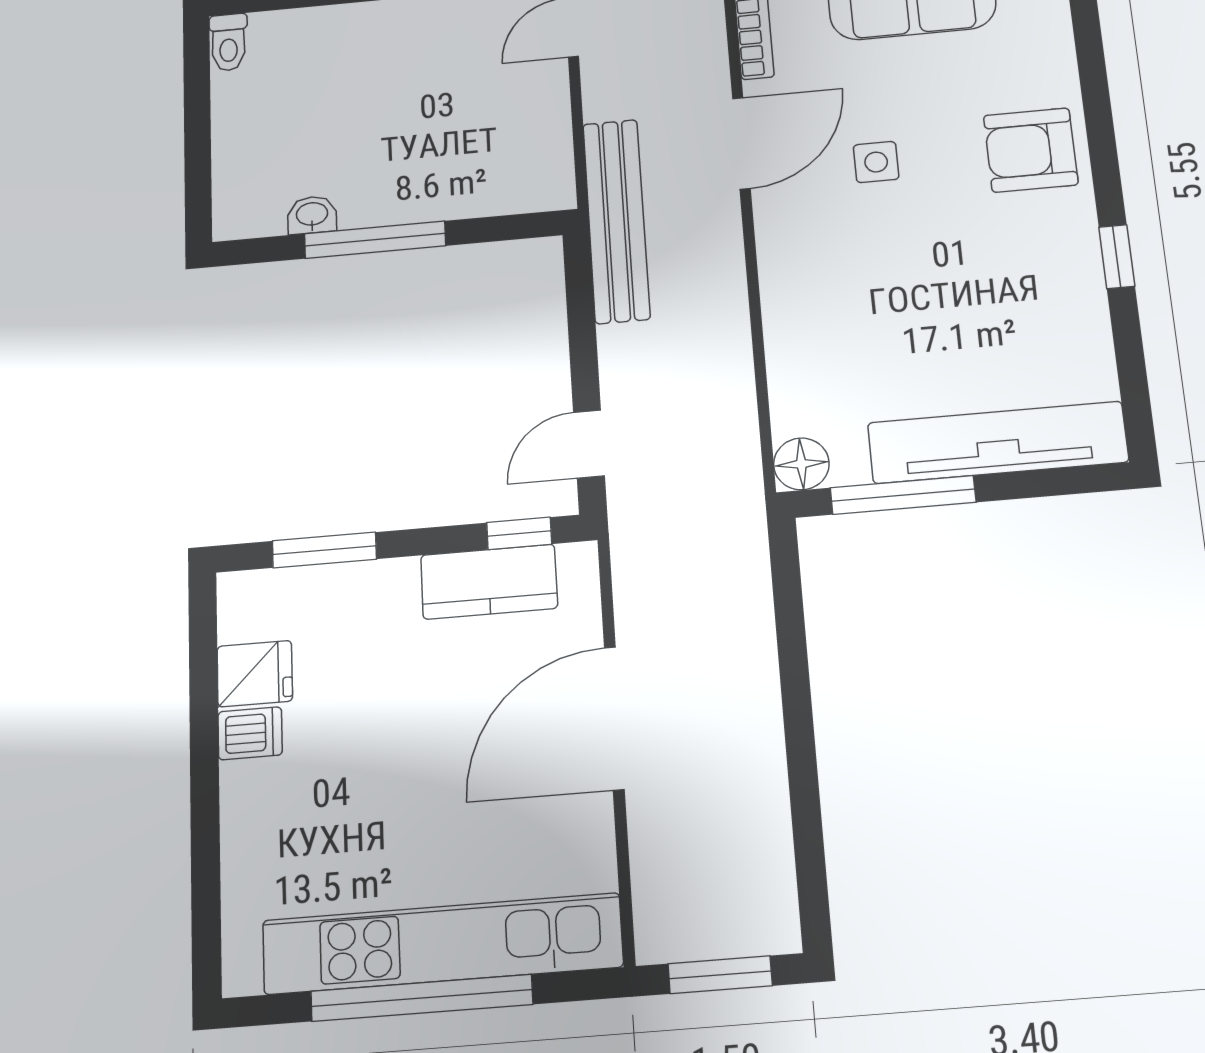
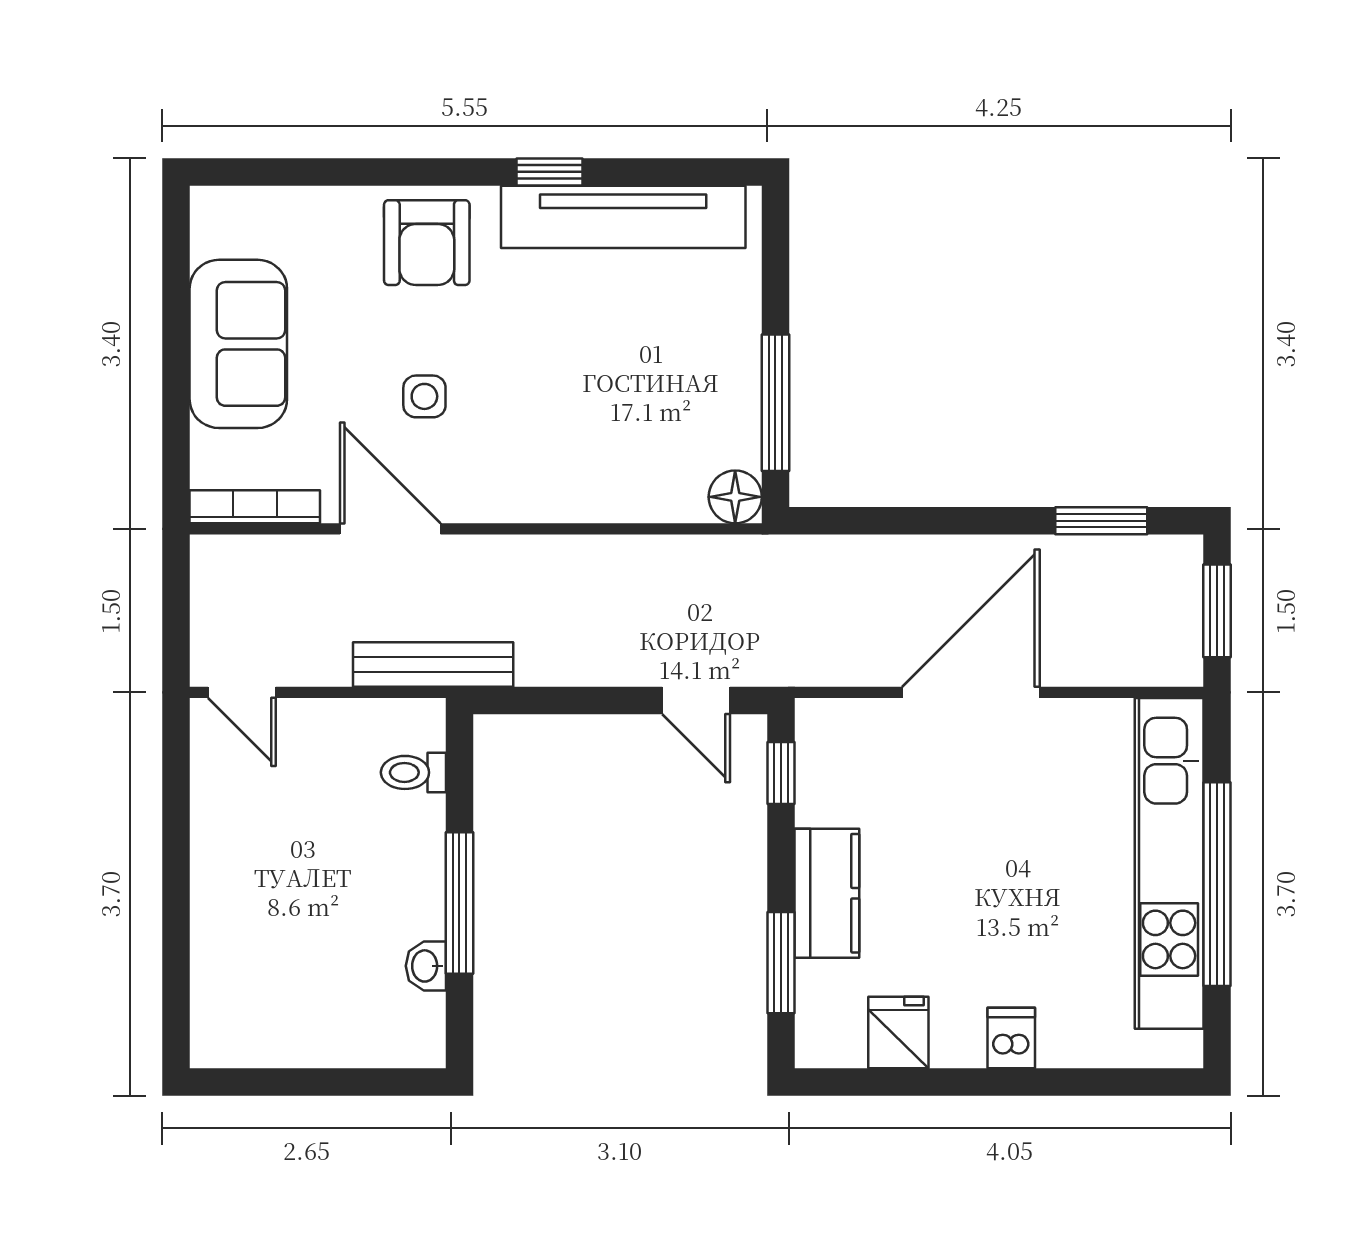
toilet: (228, 42) -> (413, 772), moved, turned 180
bench: (616, 221) -> (433, 664), width x0.73, depth x0.82
tv unit: (998, 442) -> (623, 217), moved, turned -90
kitchen counter: (489, 582) -> (827, 893), moved
door: (614, 718) -> (971, 692), swing flipped
dishwasher: (250, 733) -> (1011, 1038), moved
window: (808, 841) -> (1101, 521), added

